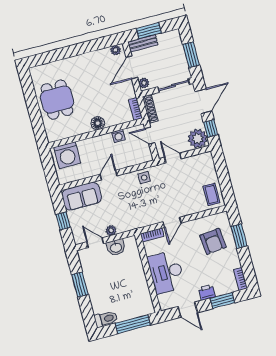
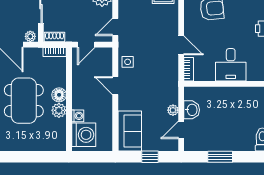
dining table: (57, 100) -> (24, 101), moved, width x1.38
shoe rack: (150, 109) -> (55, 37), width x0.70
plant: (83, 127) -> (59, 110), added
washing machine: (118, 136) -> (78, 116), moved
door: (108, 175) -> (115, 86), moved
desk: (166, 272) -> (231, 65), width x0.73

